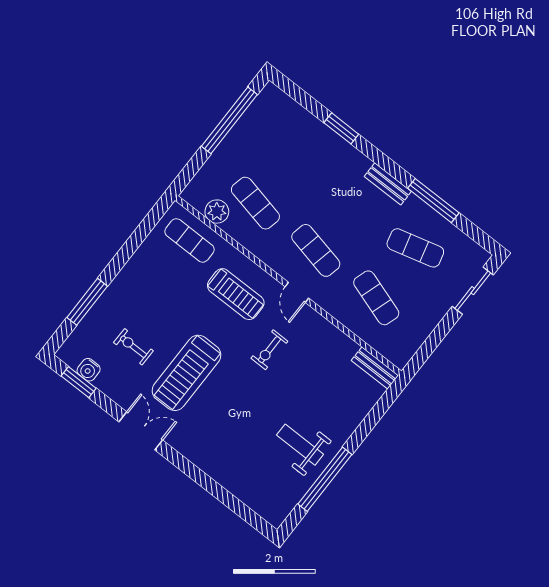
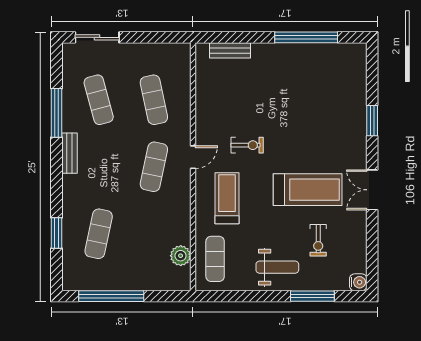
window: (341, 128) -> (56, 233), moved
exercise mat: (255, 203) -> (99, 234), moved
exercise mat: (376, 298) -> (154, 100), turned -30
bench: (375, 368) -> (230, 50), moved, turned 90
water cooler: (89, 370) -> (358, 282), moved
window: (79, 382) -> (372, 121), moved
weight bench: (300, 445) -> (277, 267), moved, turned -90

